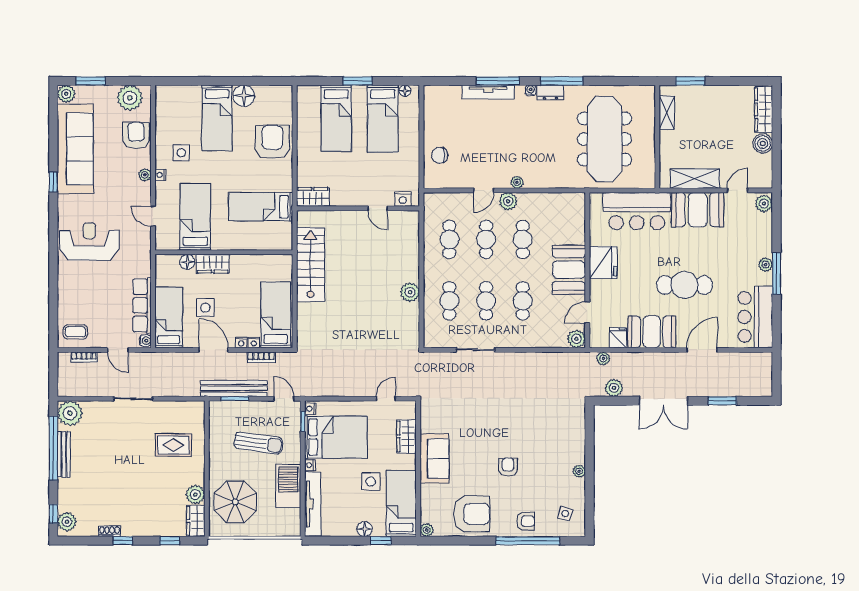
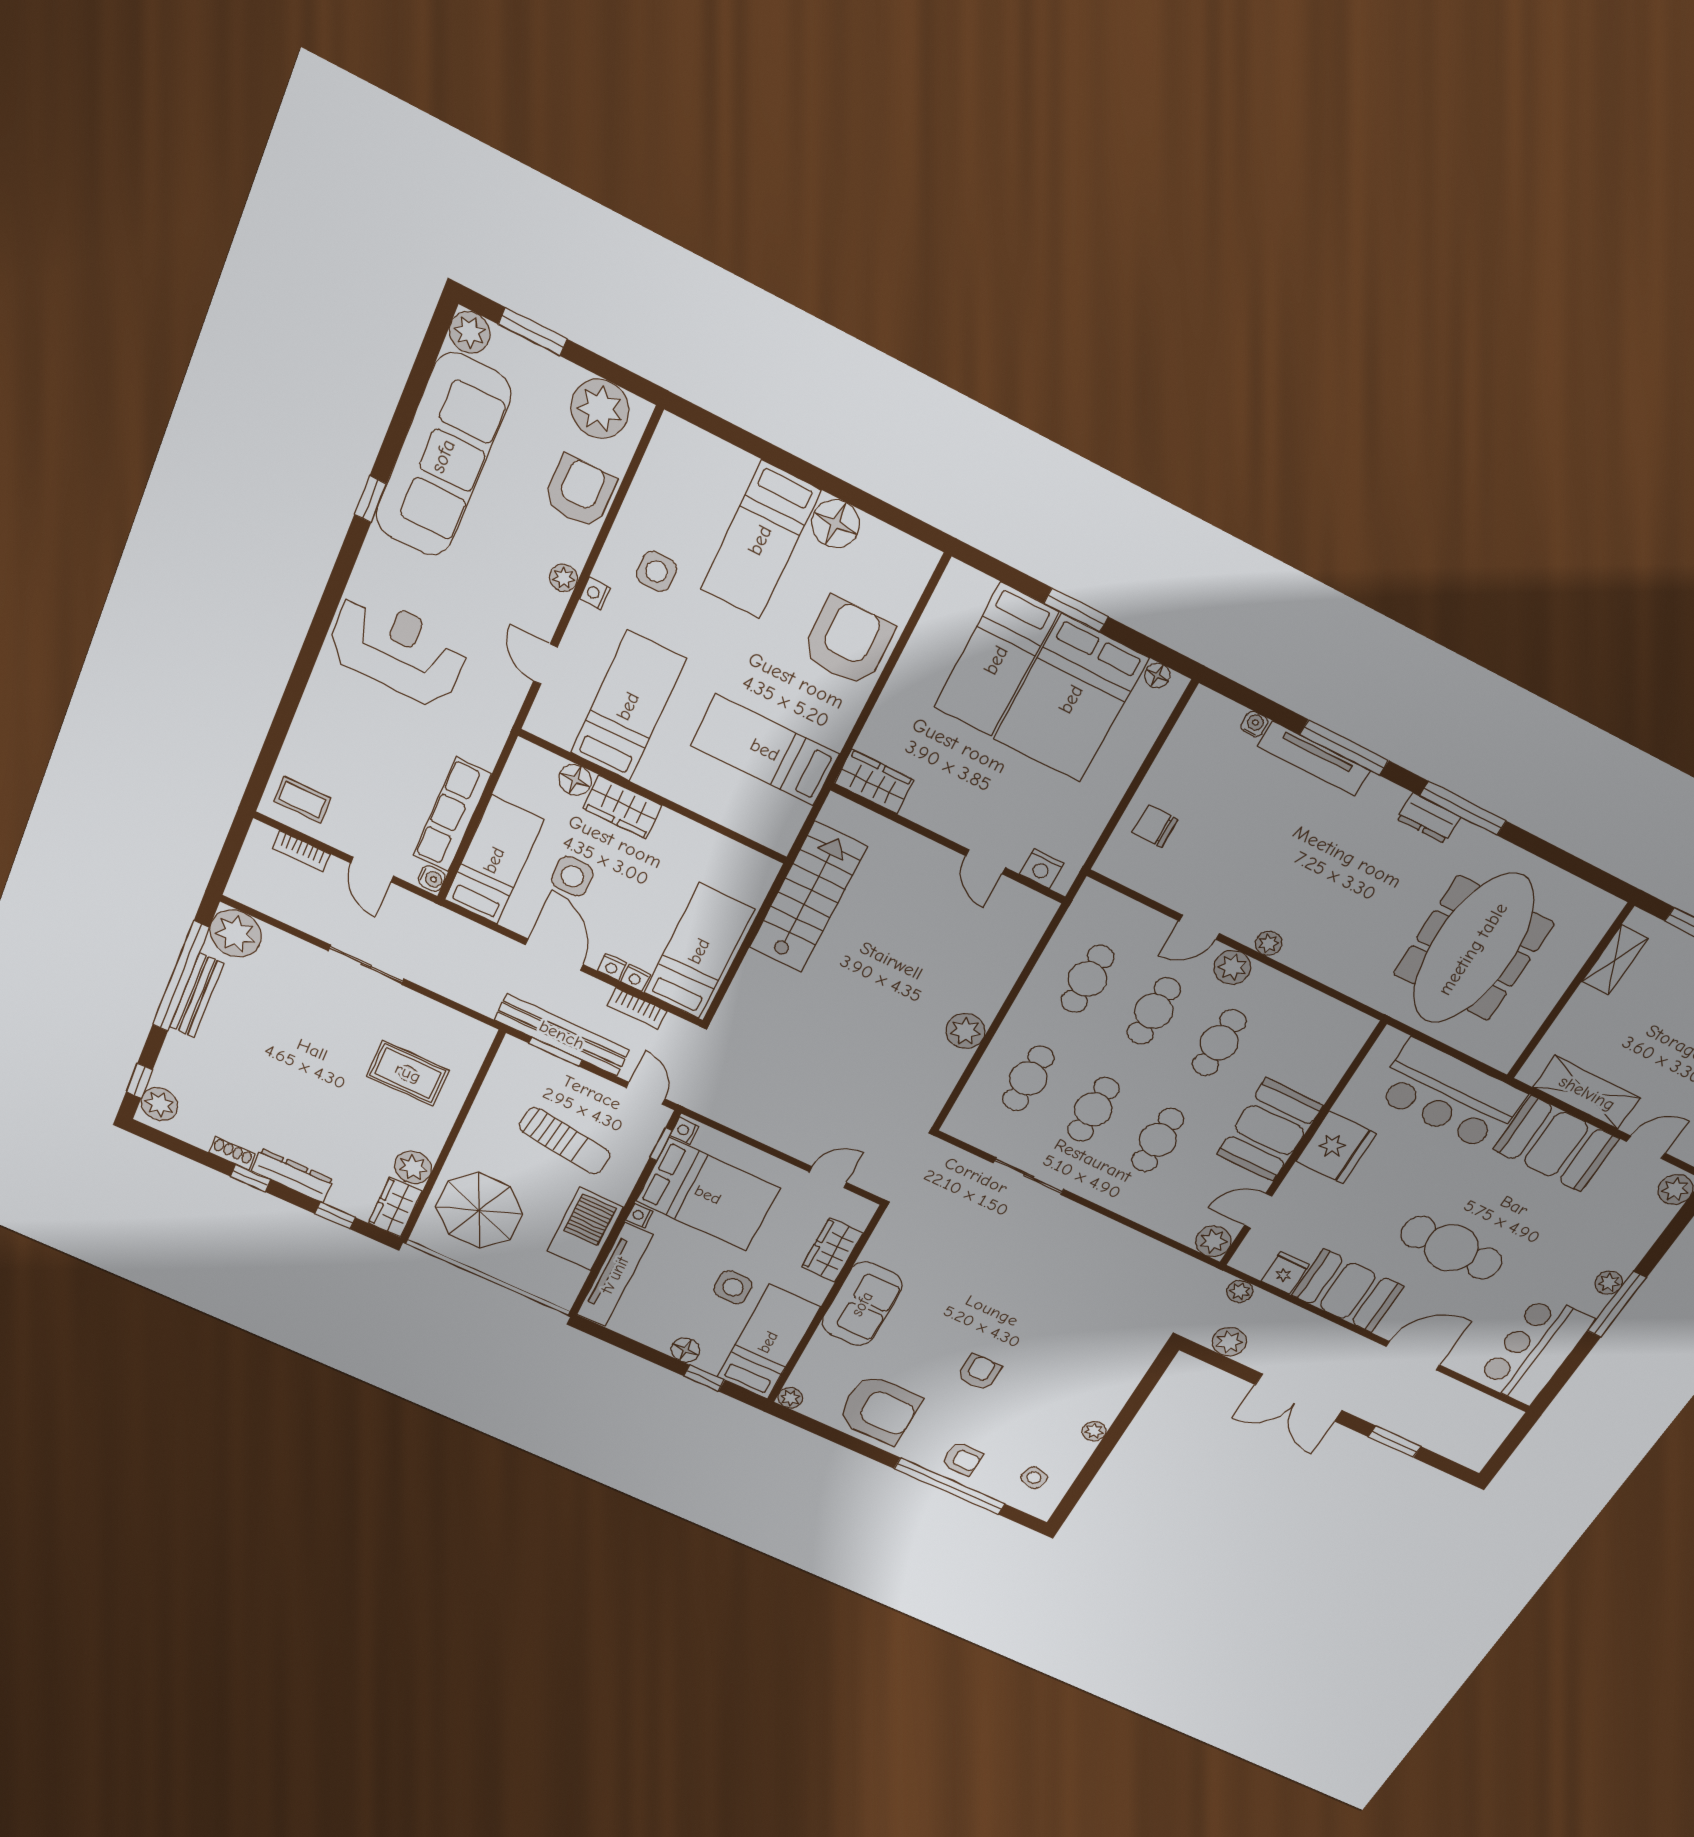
water cooler: (531, 90) -> (1254, 724), moved
bed: (383, 119) -> (1071, 699), width x1.50
dresser: (142, 529) -> (292, 1176), added

